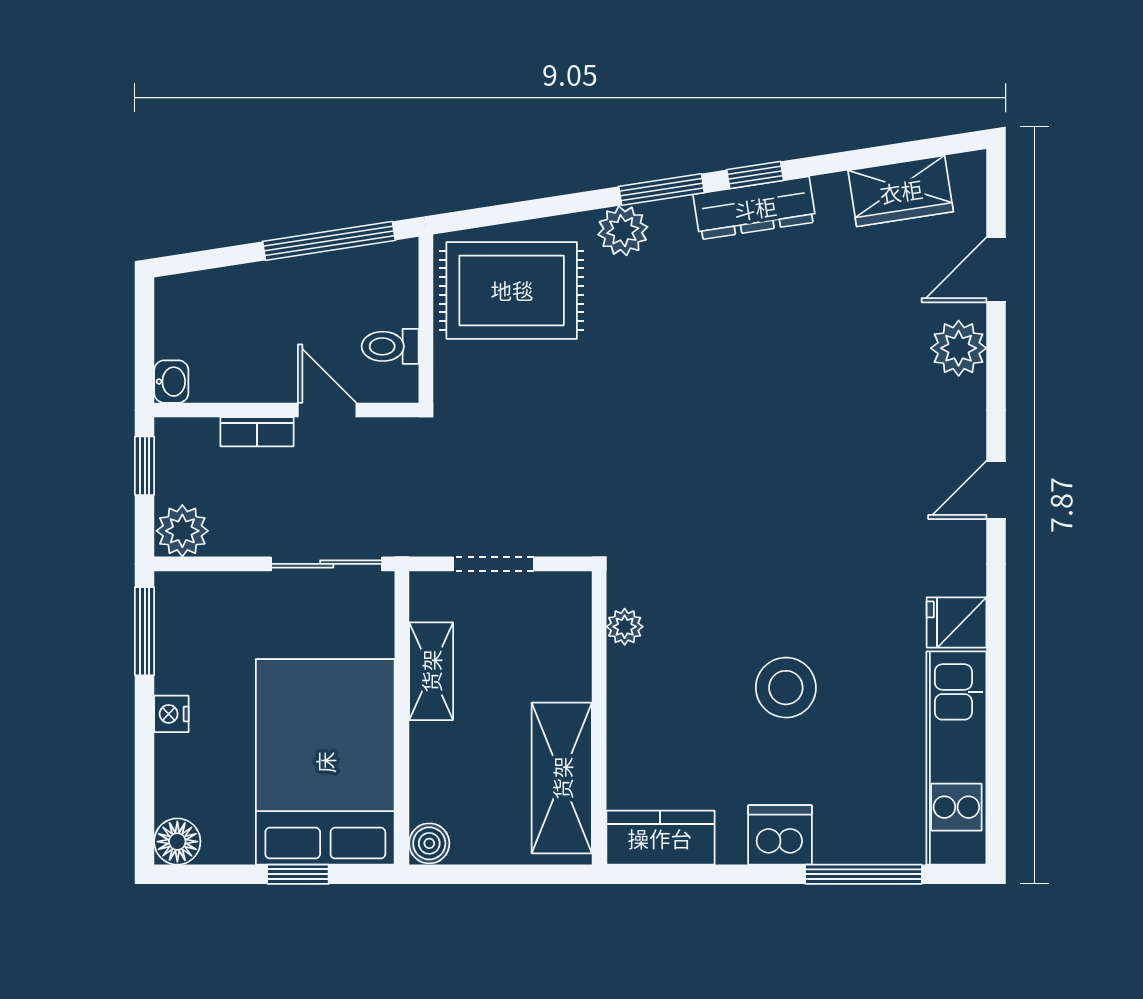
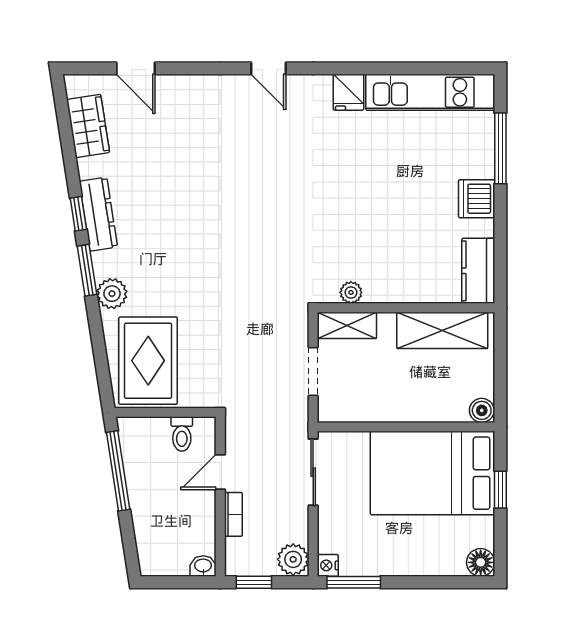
plant: (959, 348) -> (183, 91), removed
shelving: (431, 671) -> (347, 325), moved
stool: (786, 688) -> (388, 195), removed
nightstand: (171, 714) -> (328, 565), moved, turned 90

